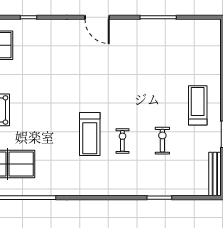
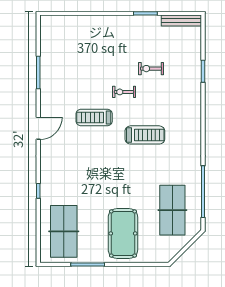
treadmill: (198, 105) -> (94, 117), moved
exercise bike: (122, 141) -> (124, 92), moved

